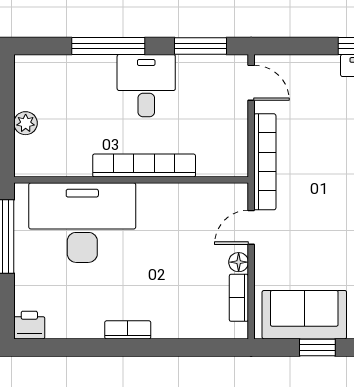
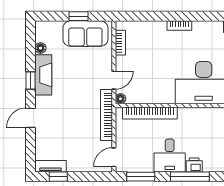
printer: (100, 68) -> (194, 165), added
door: (251, 83) -> (114, 157), hinge flipped
bookcase: (144, 166) -> (150, 113), moved
floor lamp: (239, 262) -> (120, 99), moved

